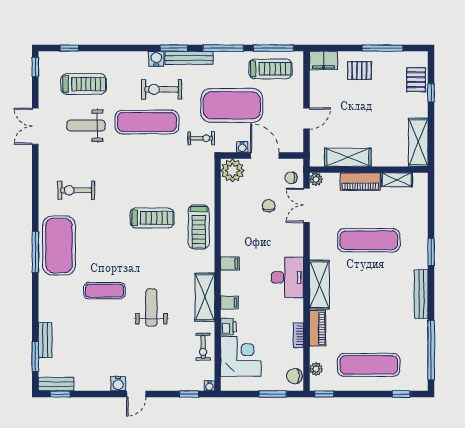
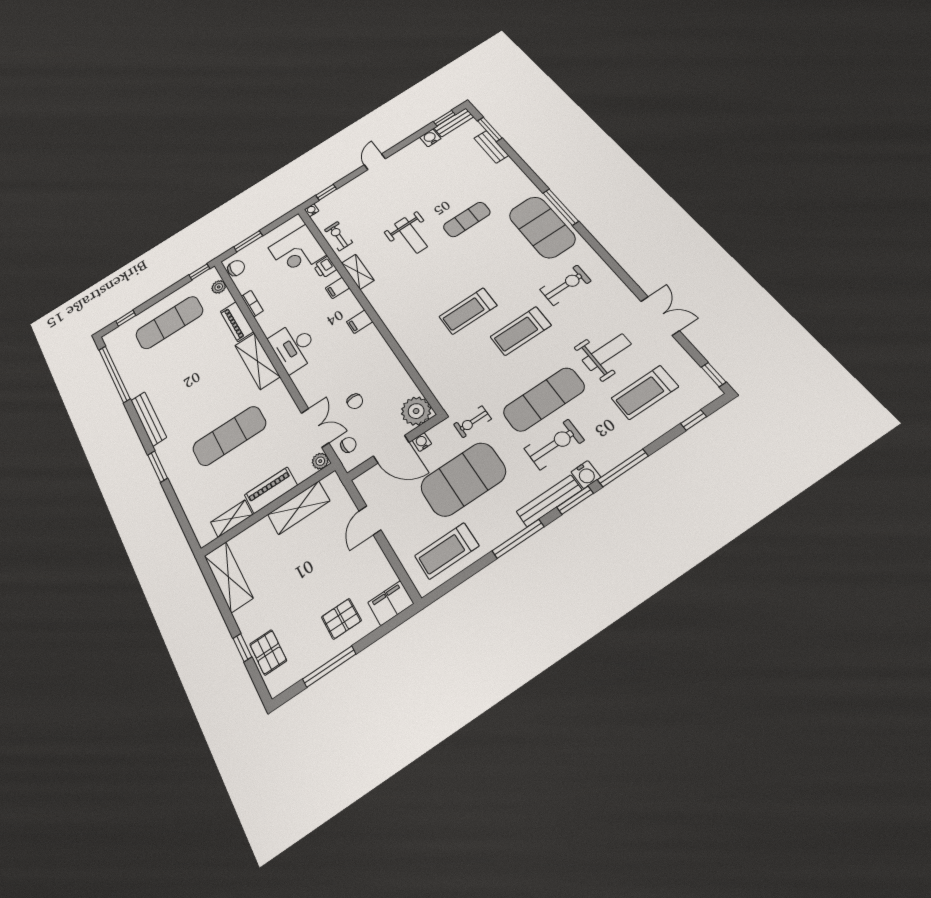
window: (274, 48) -> (623, 468), moved
treadmill: (199, 227) -> (521, 331), moved, turned -90
shelving: (205, 297) -> (358, 272), width x0.67, depth x0.75
water cooler: (118, 384) -> (430, 138), moved

